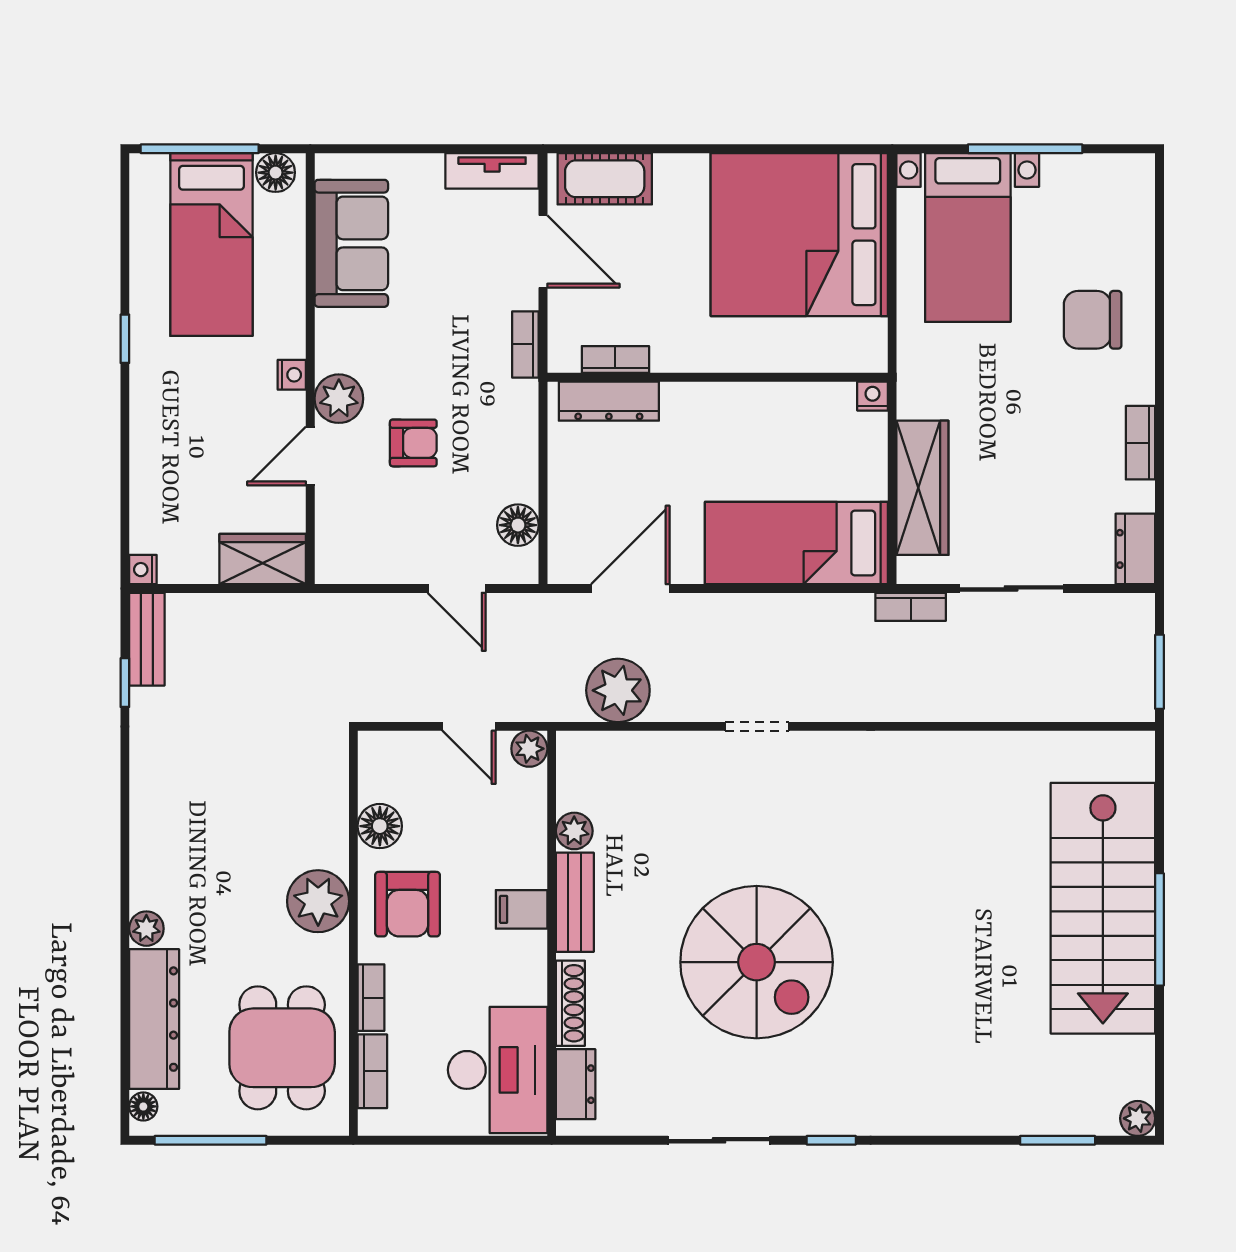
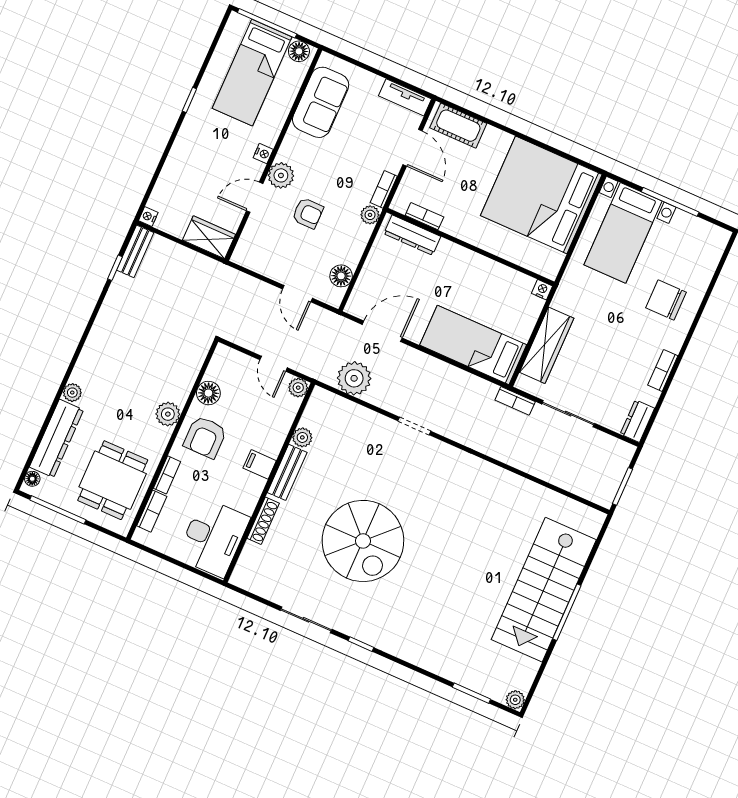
plant: (521, 399) -> (370, 215), added
plant: (318, 901) -> (168, 414), width x0.73, depth x0.73
dresser: (576, 1084) -> (248, 561), removed

